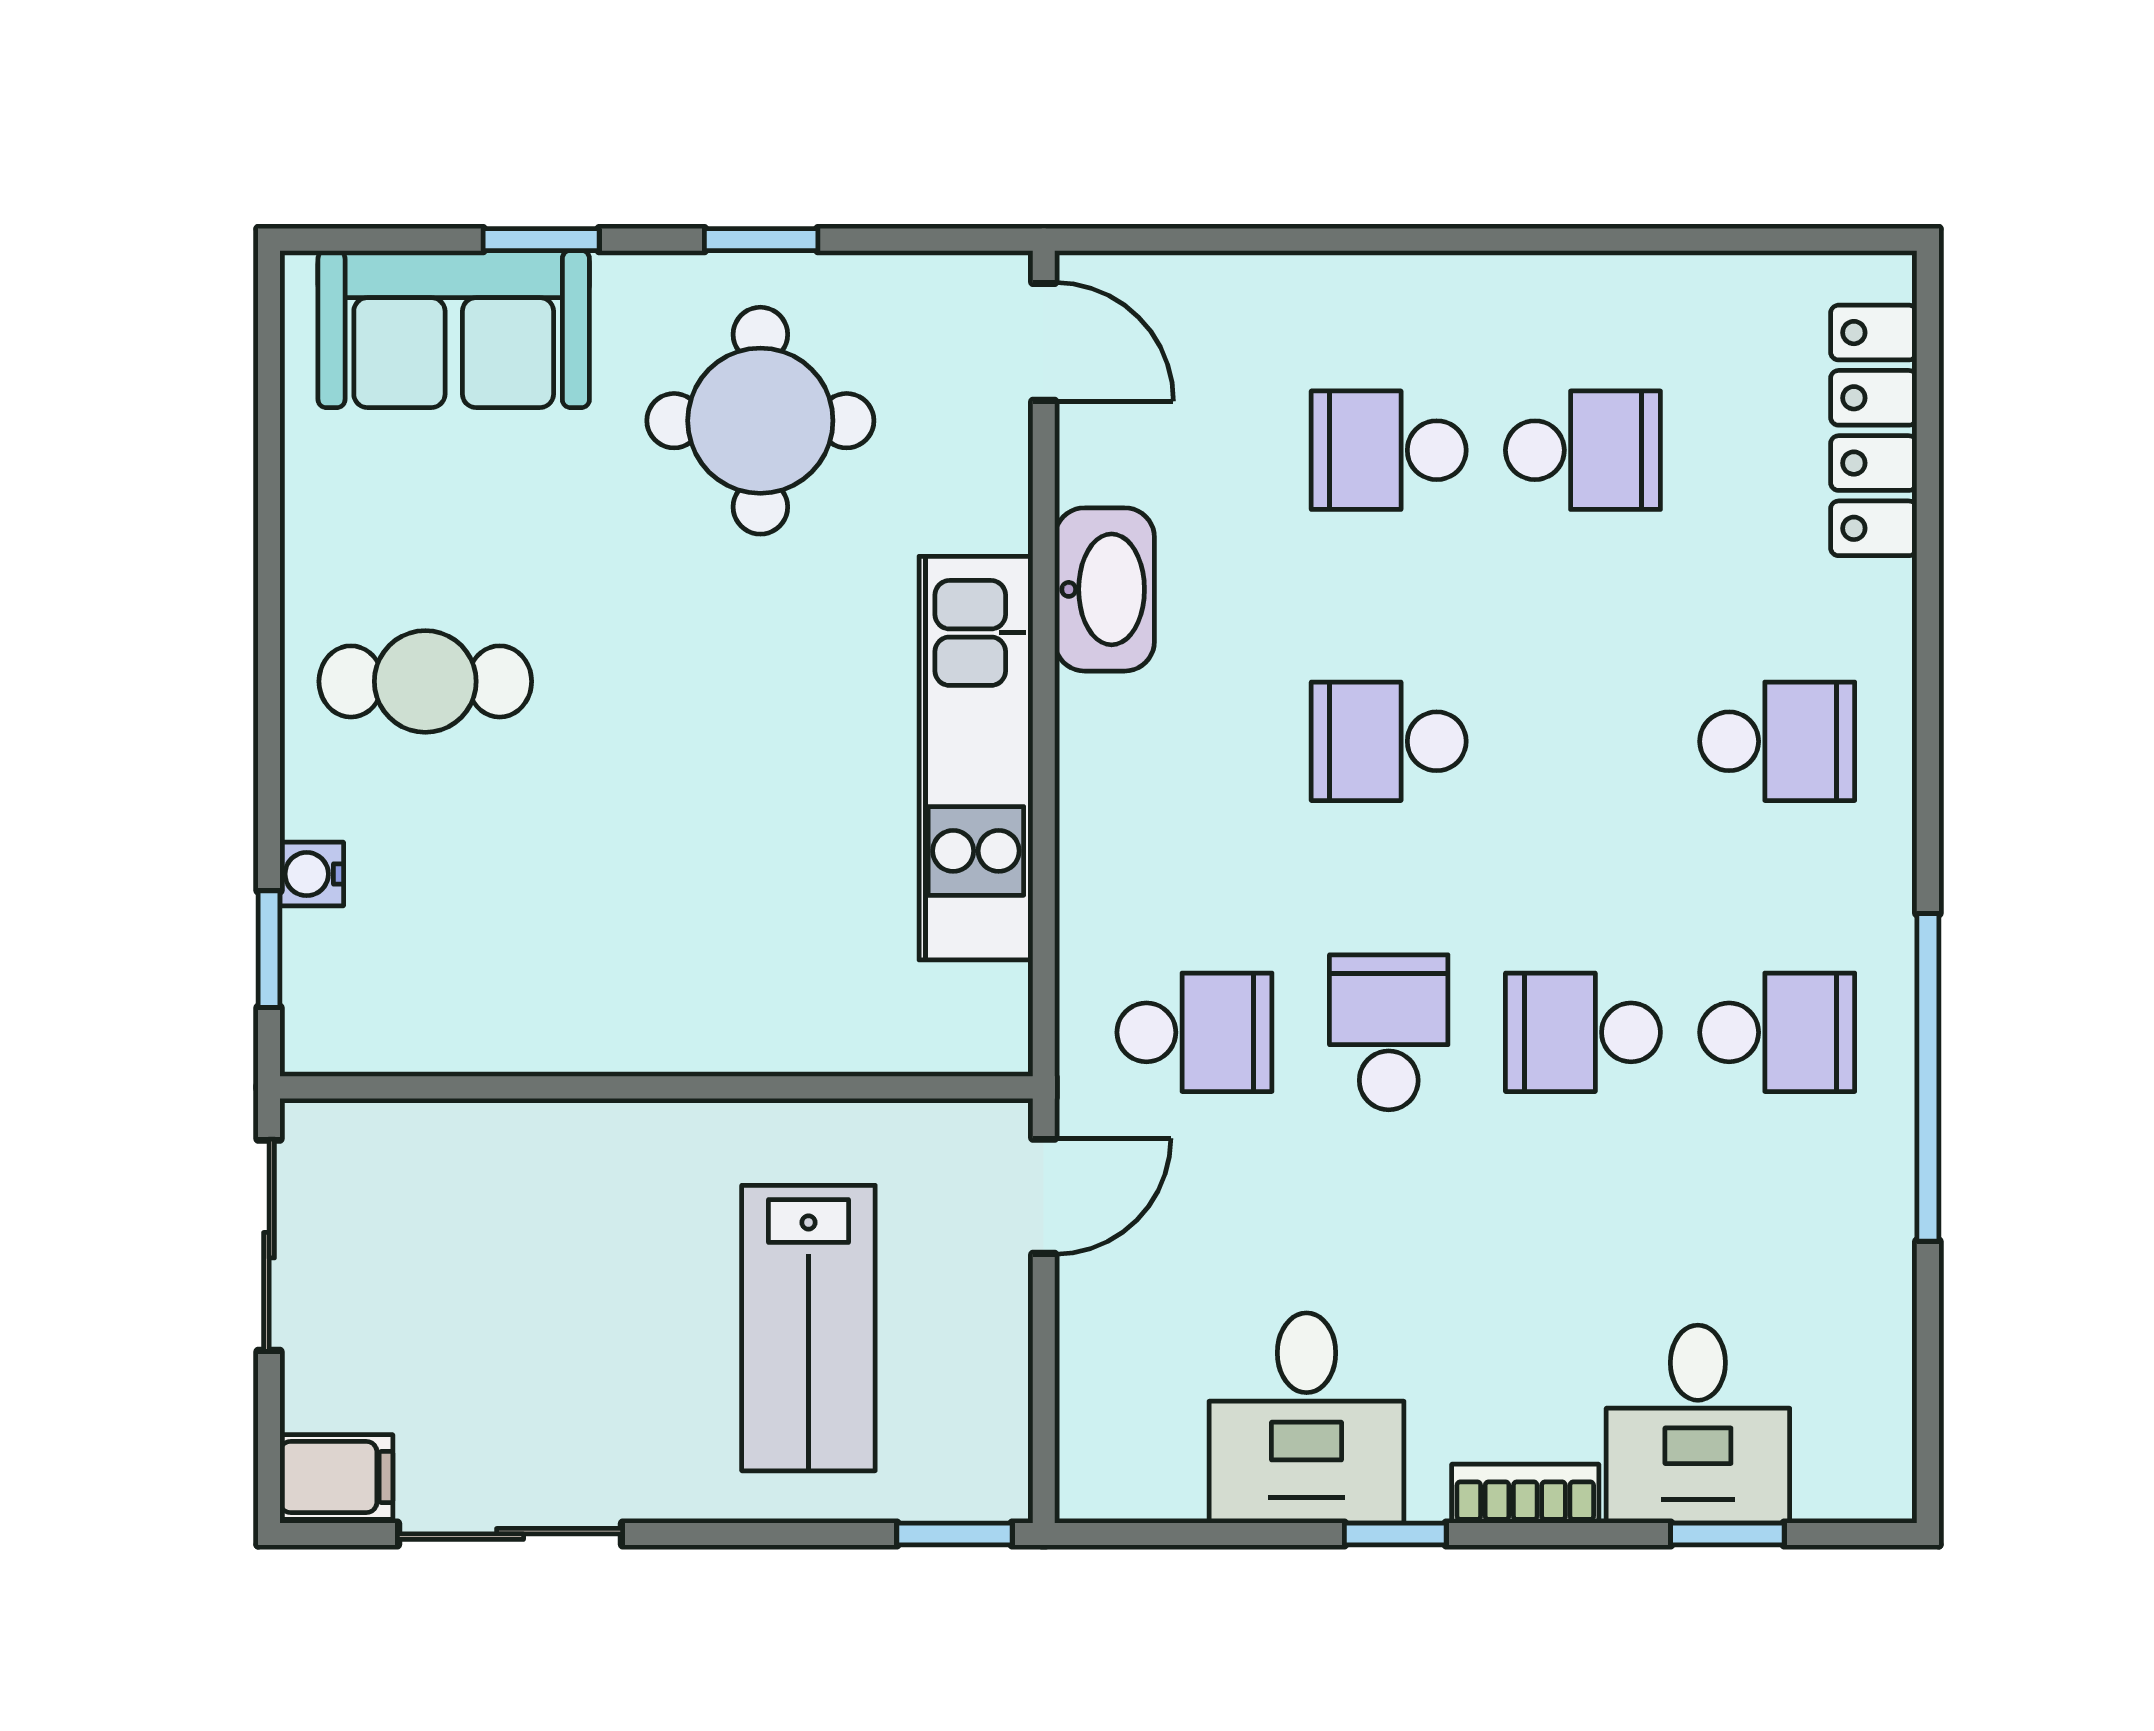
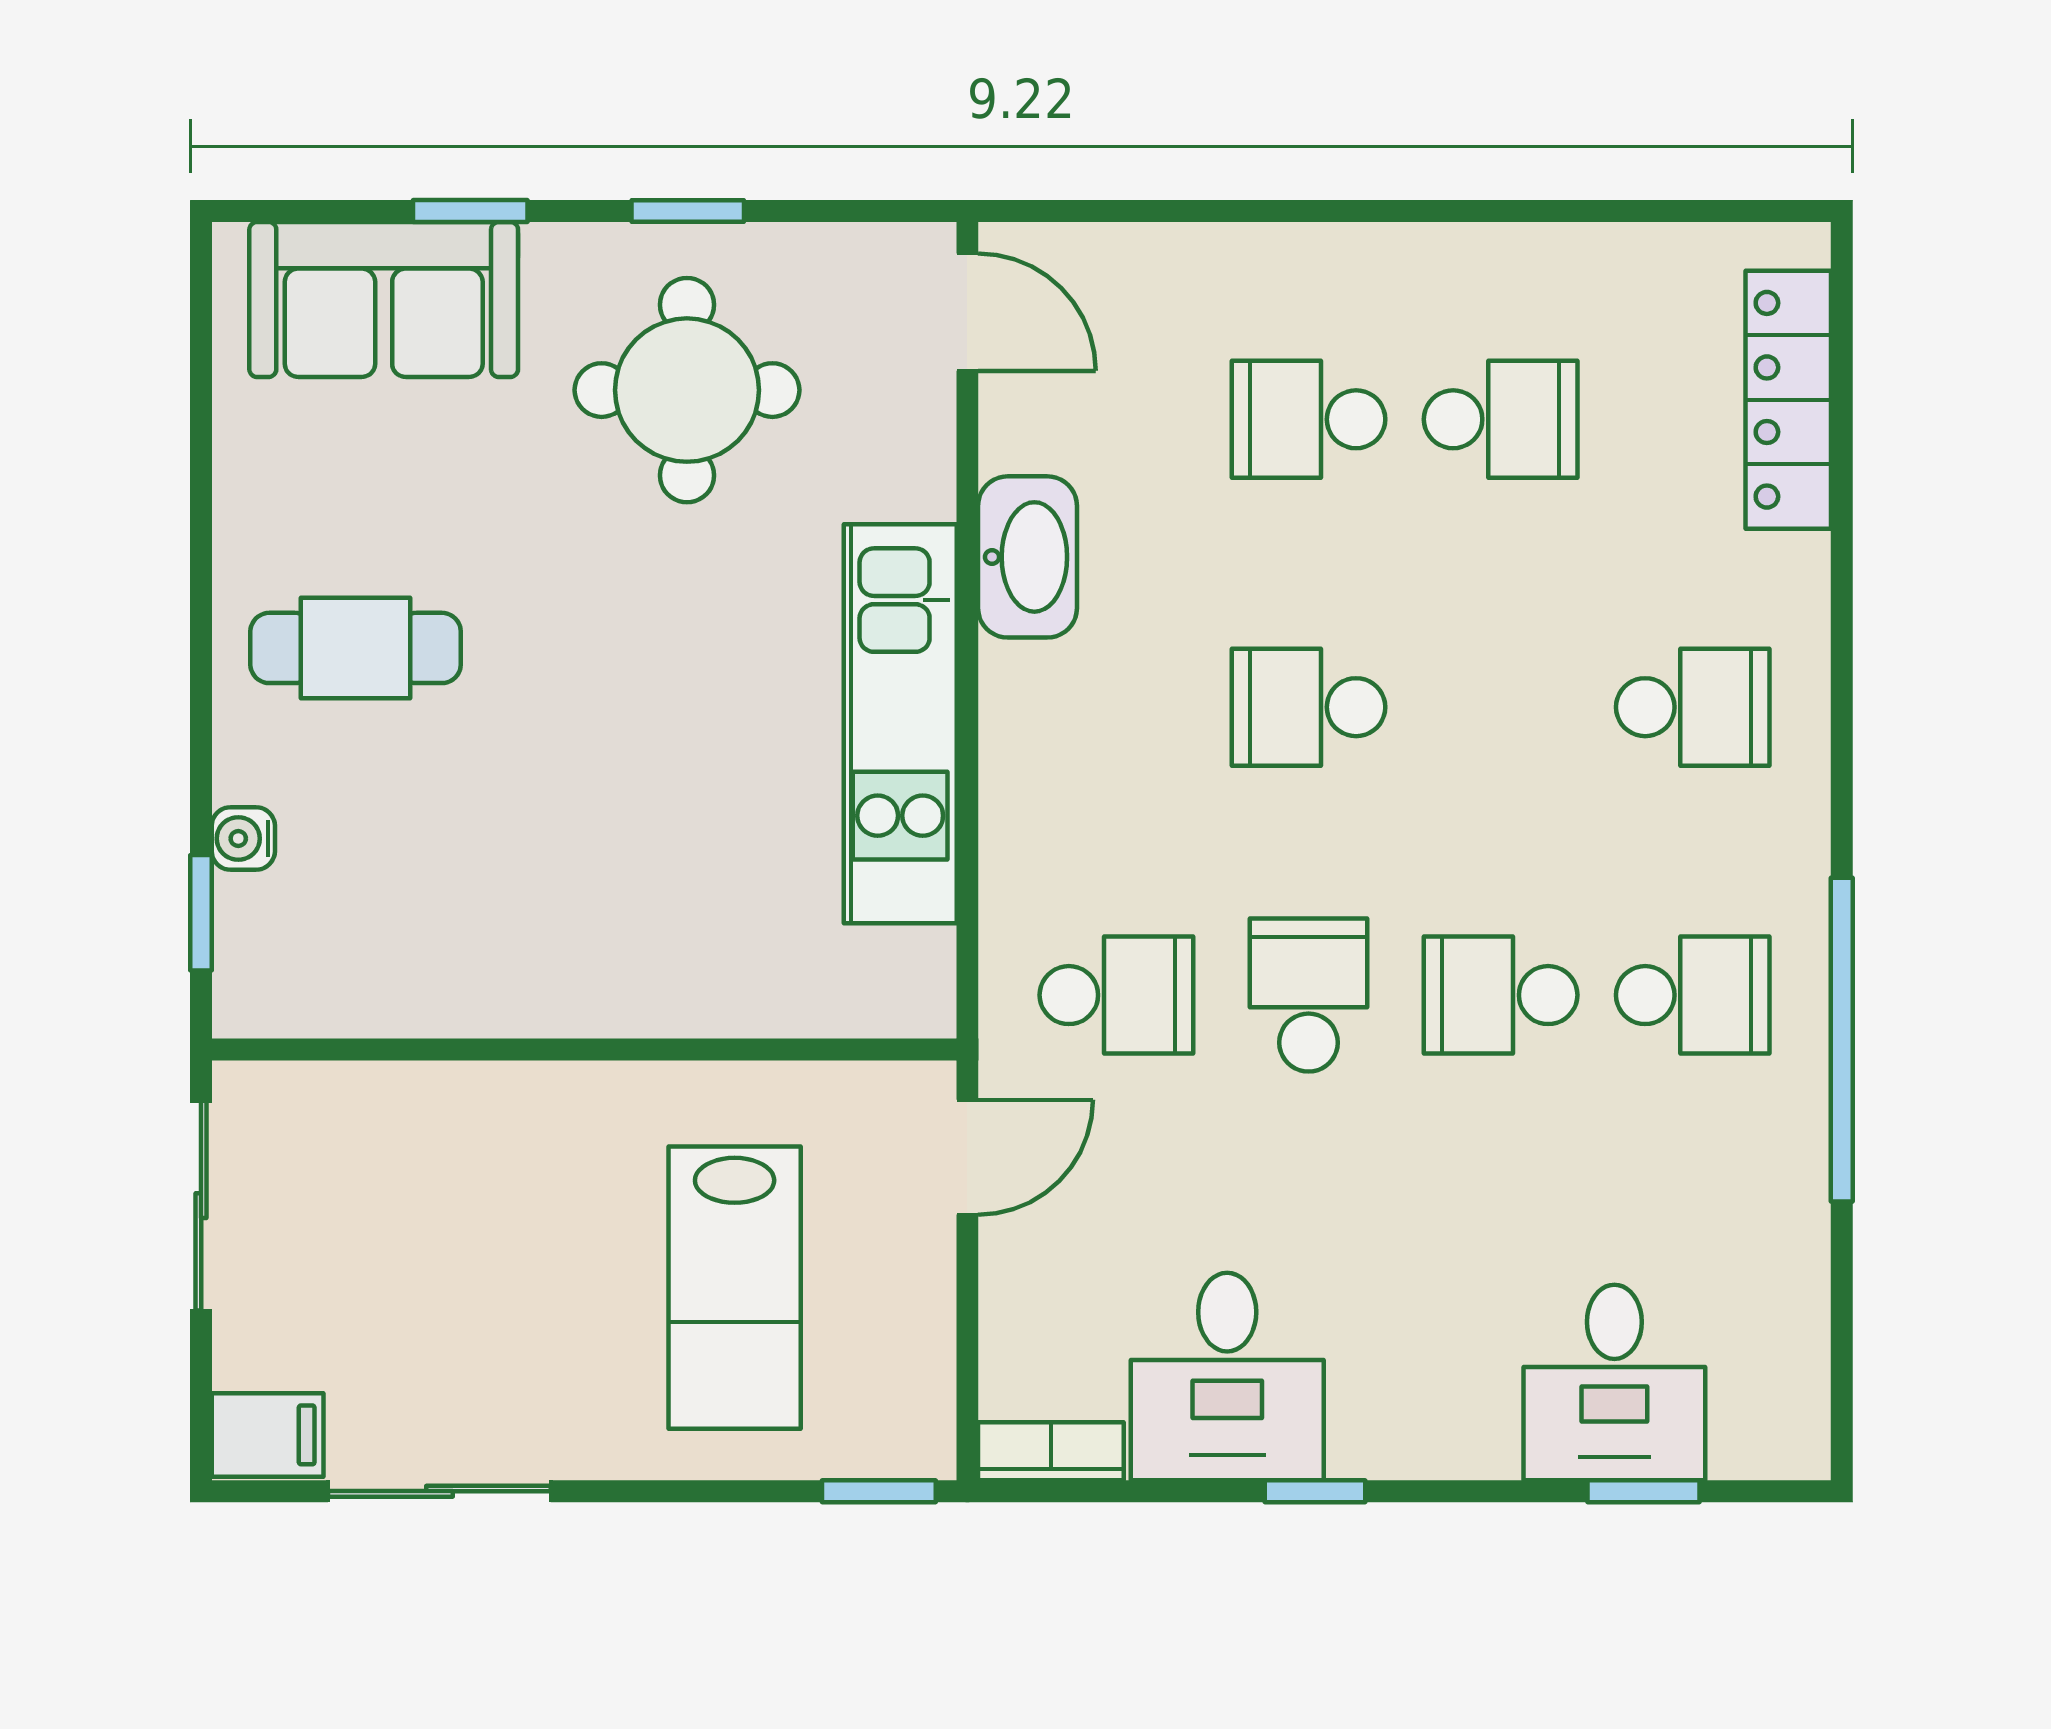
bookcase: (1525, 1494) -> (1051, 1451), moved

